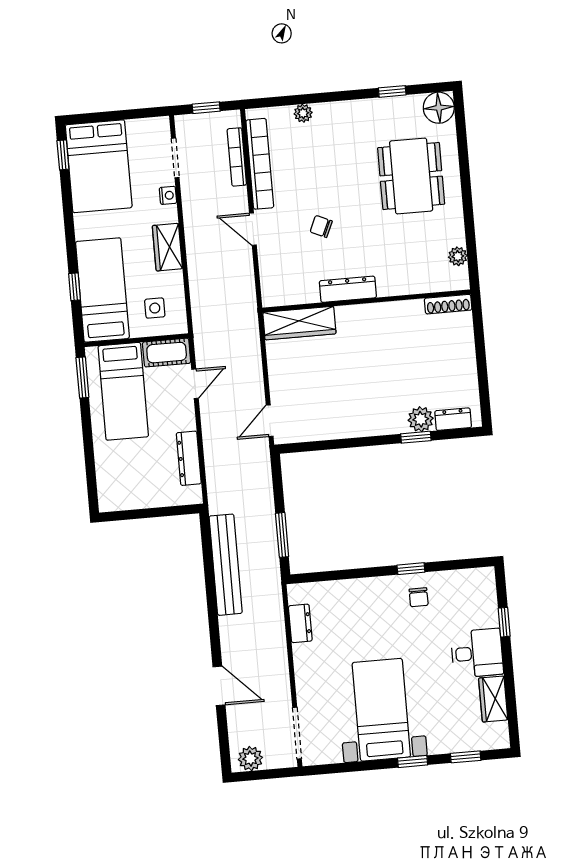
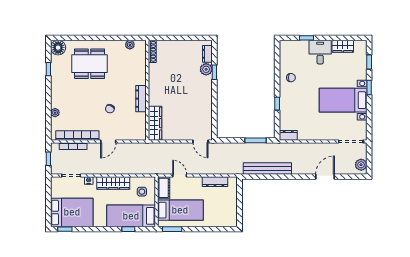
wardrobe: (167, 247) -> (113, 183), width x1.50
window: (411, 569) -> (277, 104), moved
dresser: (300, 623) -> (288, 135), moved

